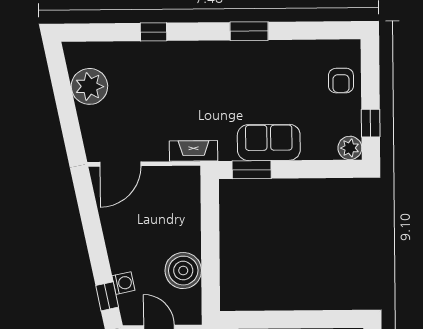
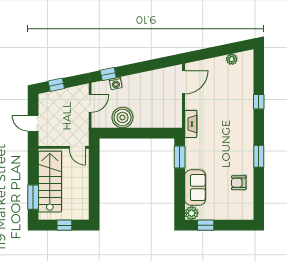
armchair: (341, 81) -> (239, 183), moved
plant: (89, 86) -> (232, 59), width x0.53, depth x0.53
sofa: (269, 142) -> (195, 188), moved
door: (120, 164) -> (184, 82), swing flipped

